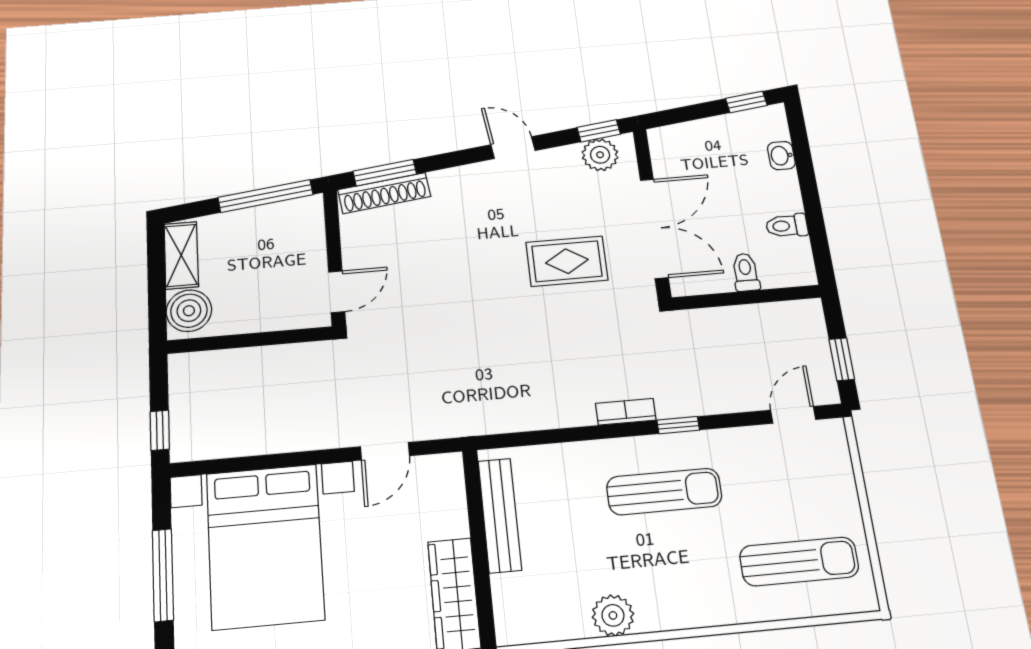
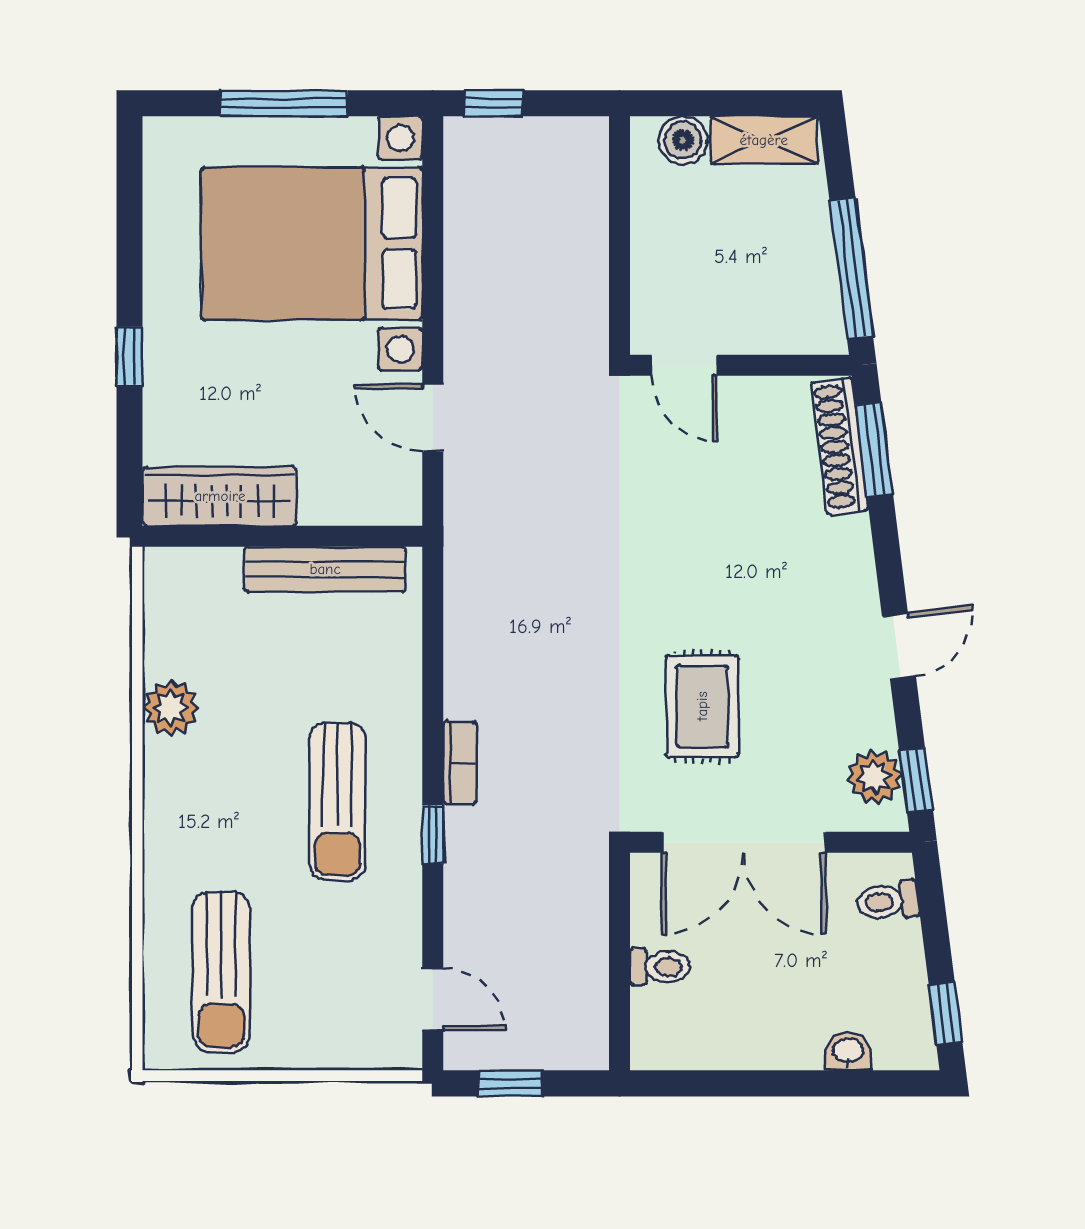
toilet: (787, 226) -> (888, 901), moved, turned -97
boiler: (189, 311) -> (683, 140), width x0.73, depth x0.73

